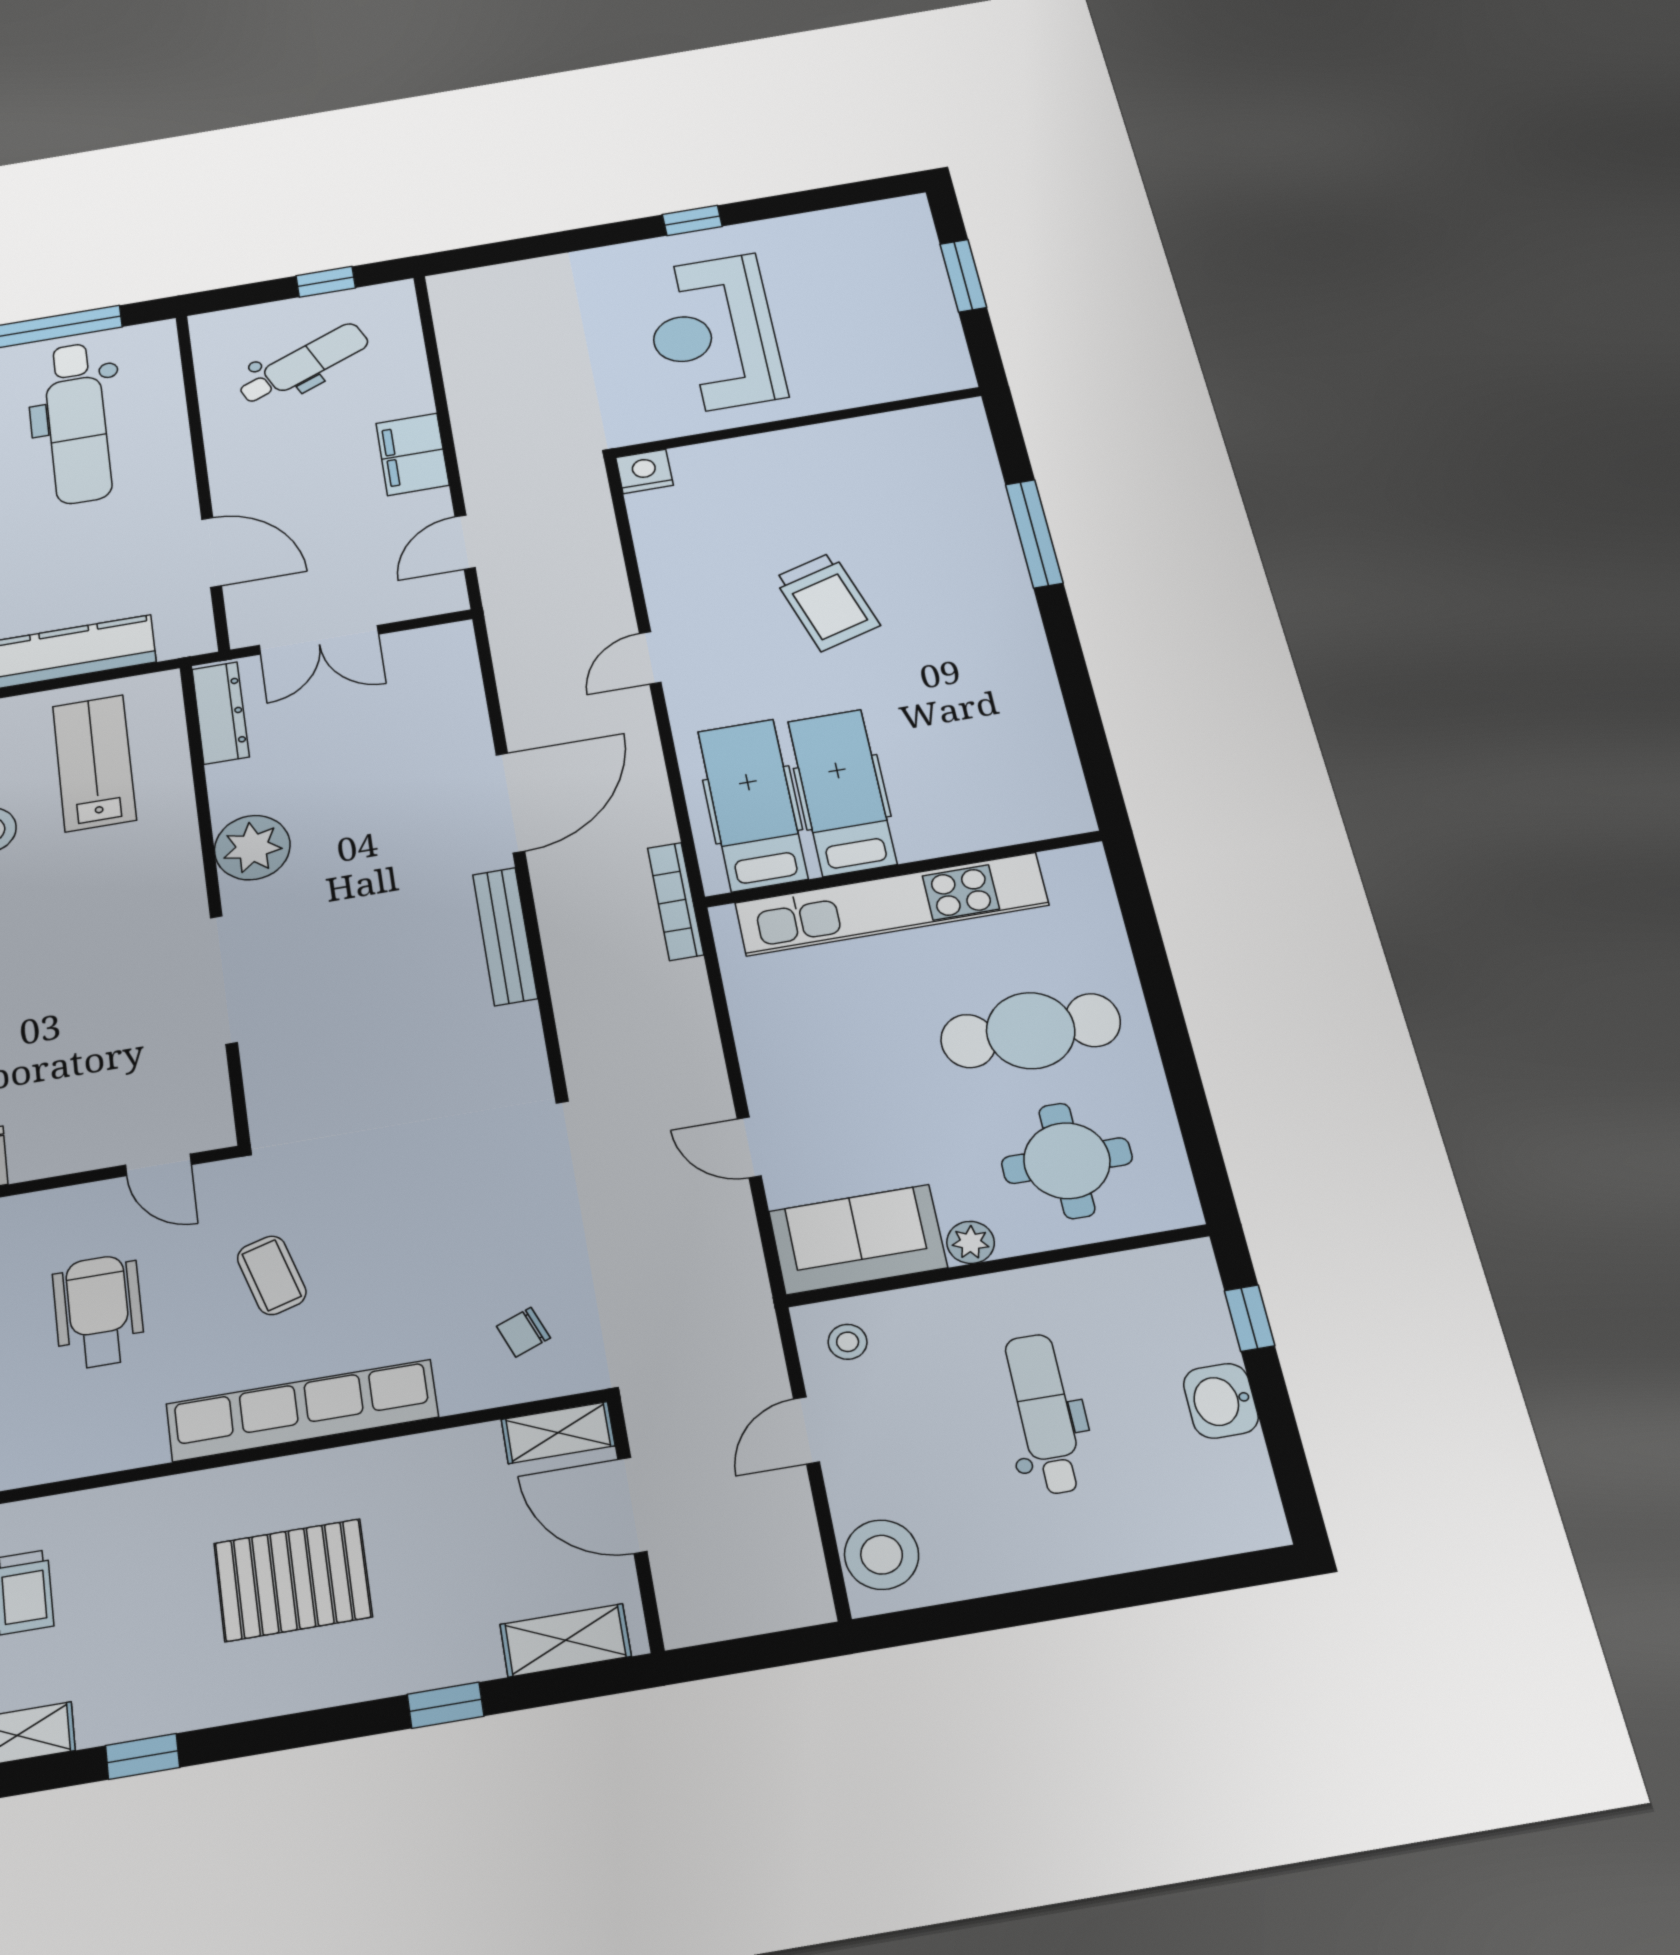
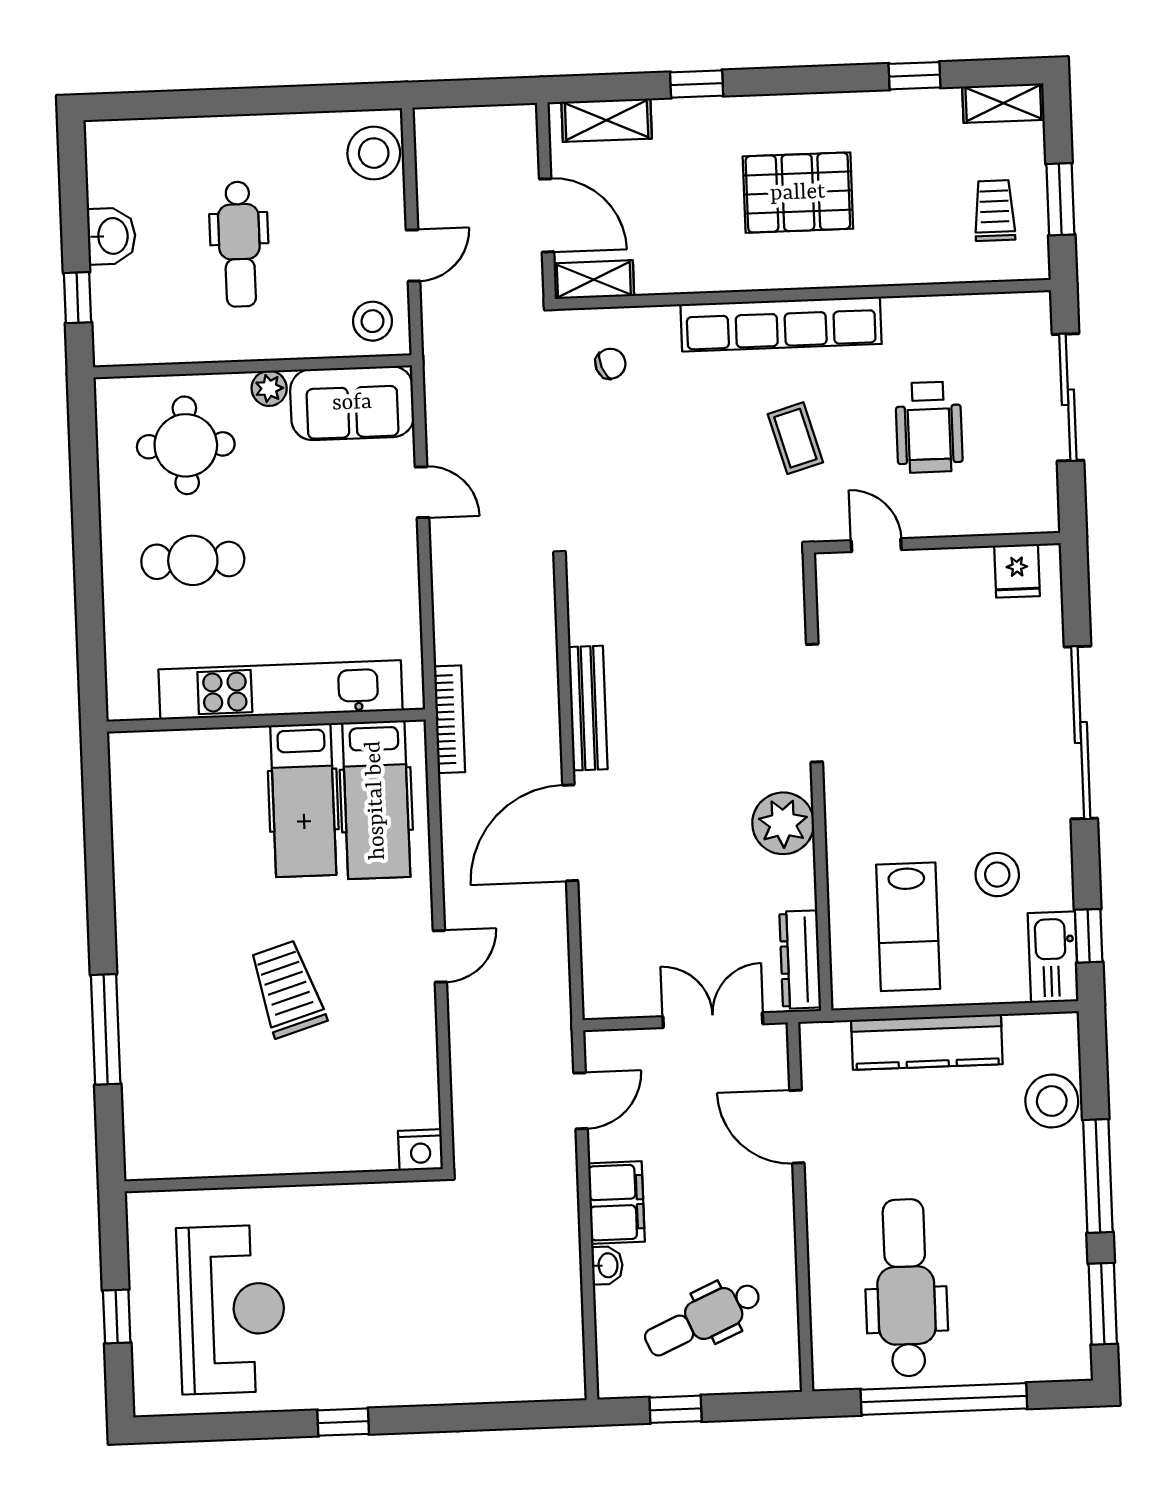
window: (963, 276) -> (117, 1316), width x0.67
reception desk: (713, 334) -> (232, 1309), moved
washbasin: (416, 396) -> (607, 1265), added
cafe table: (1031, 1031) -> (193, 560), width x0.73, depth x0.74
stool: (848, 1342) -> (372, 321), width x1.37, depth x1.37

